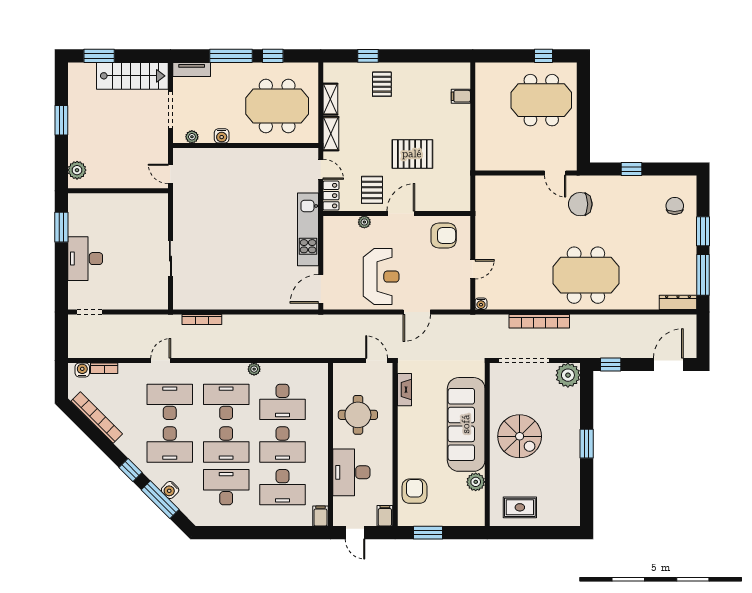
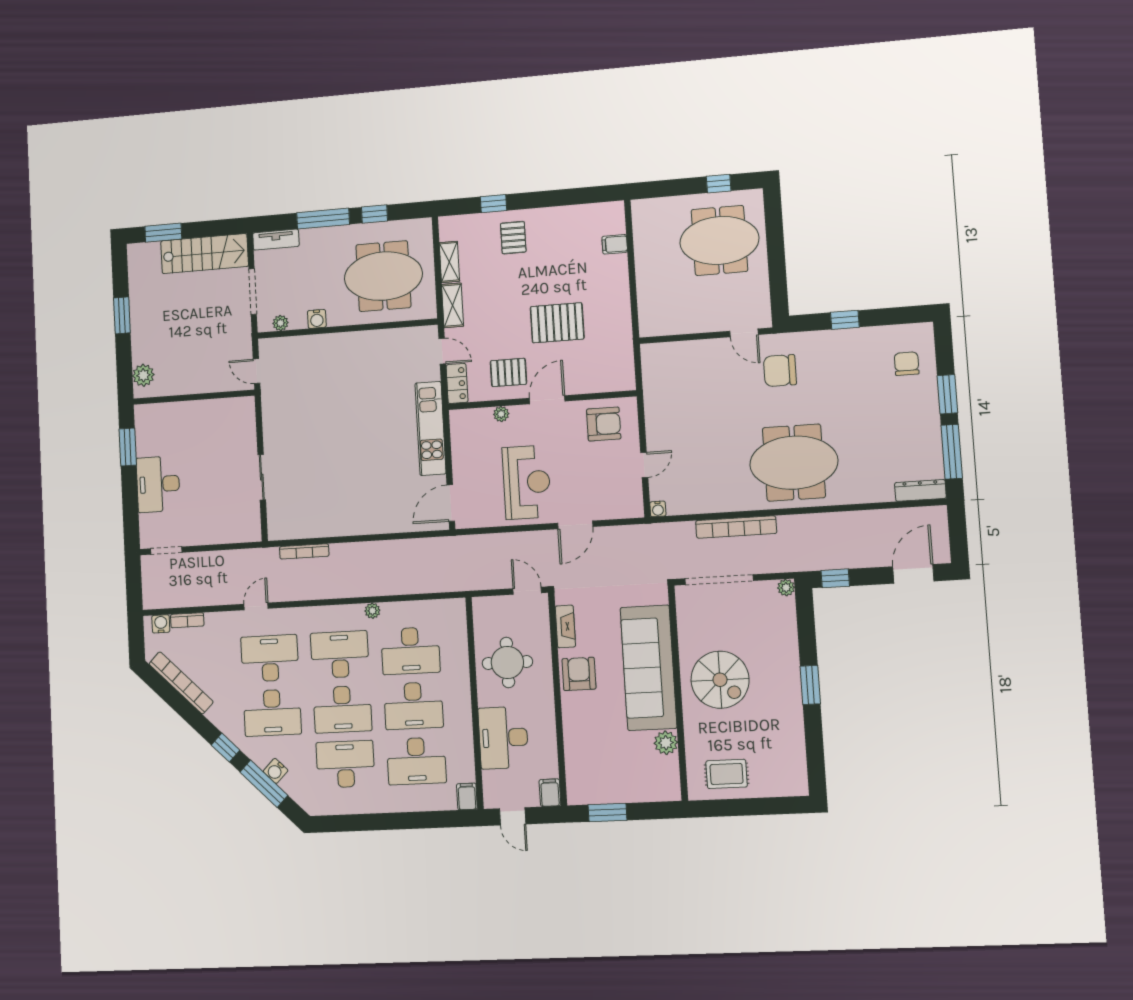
pallet: (372, 190) -> (508, 372), turned 90
plant: (568, 375) -> (786, 588), width x0.53, depth x0.53
armchair: (414, 491) -> (579, 674), moved

